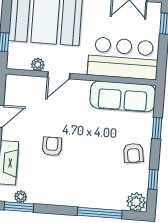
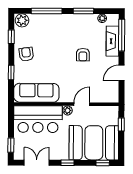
plant: (38, 65) -> (68, 110), moved
window: (19, 207) -> (83, 11), moved

